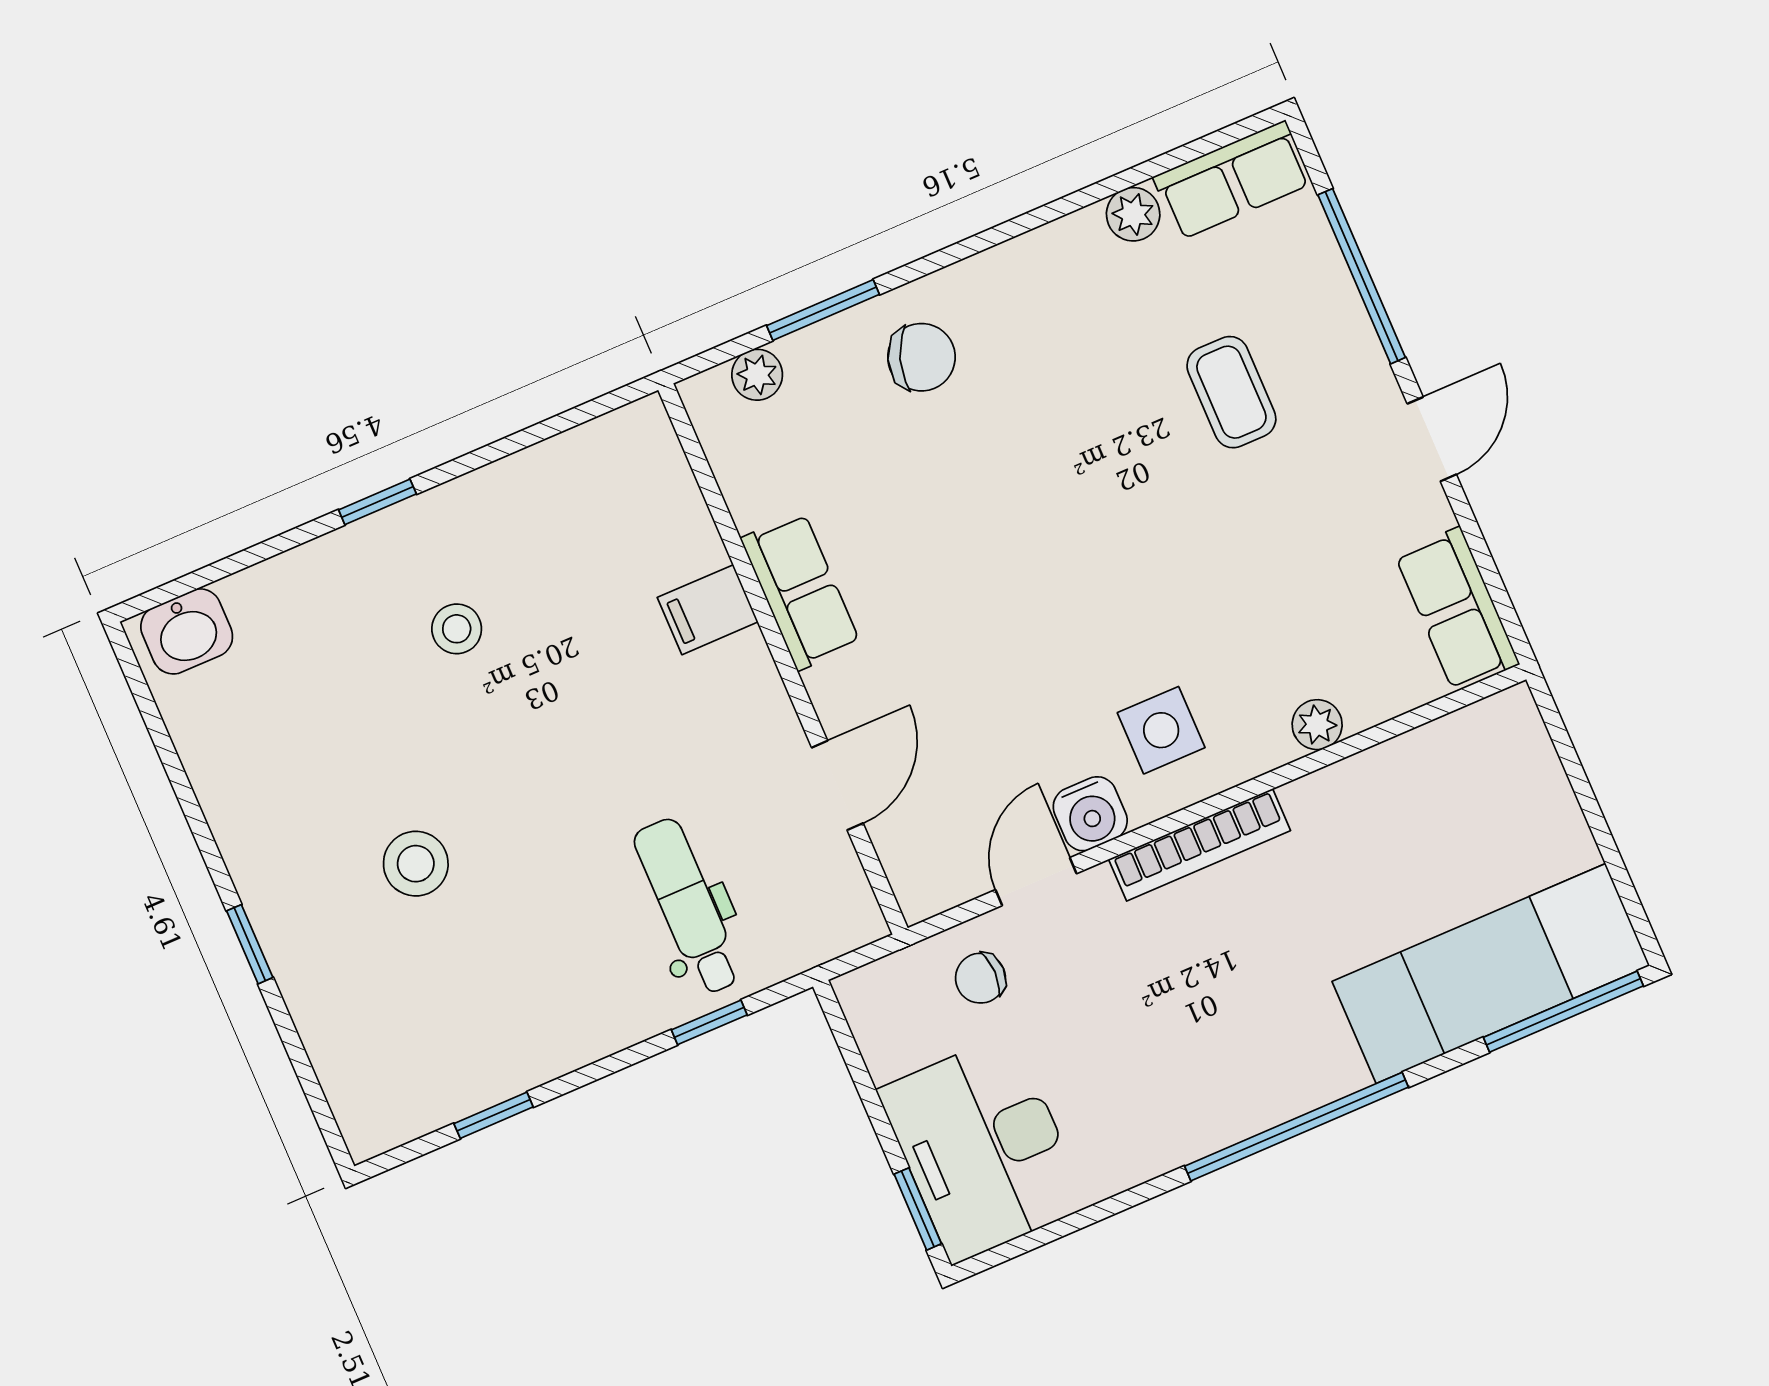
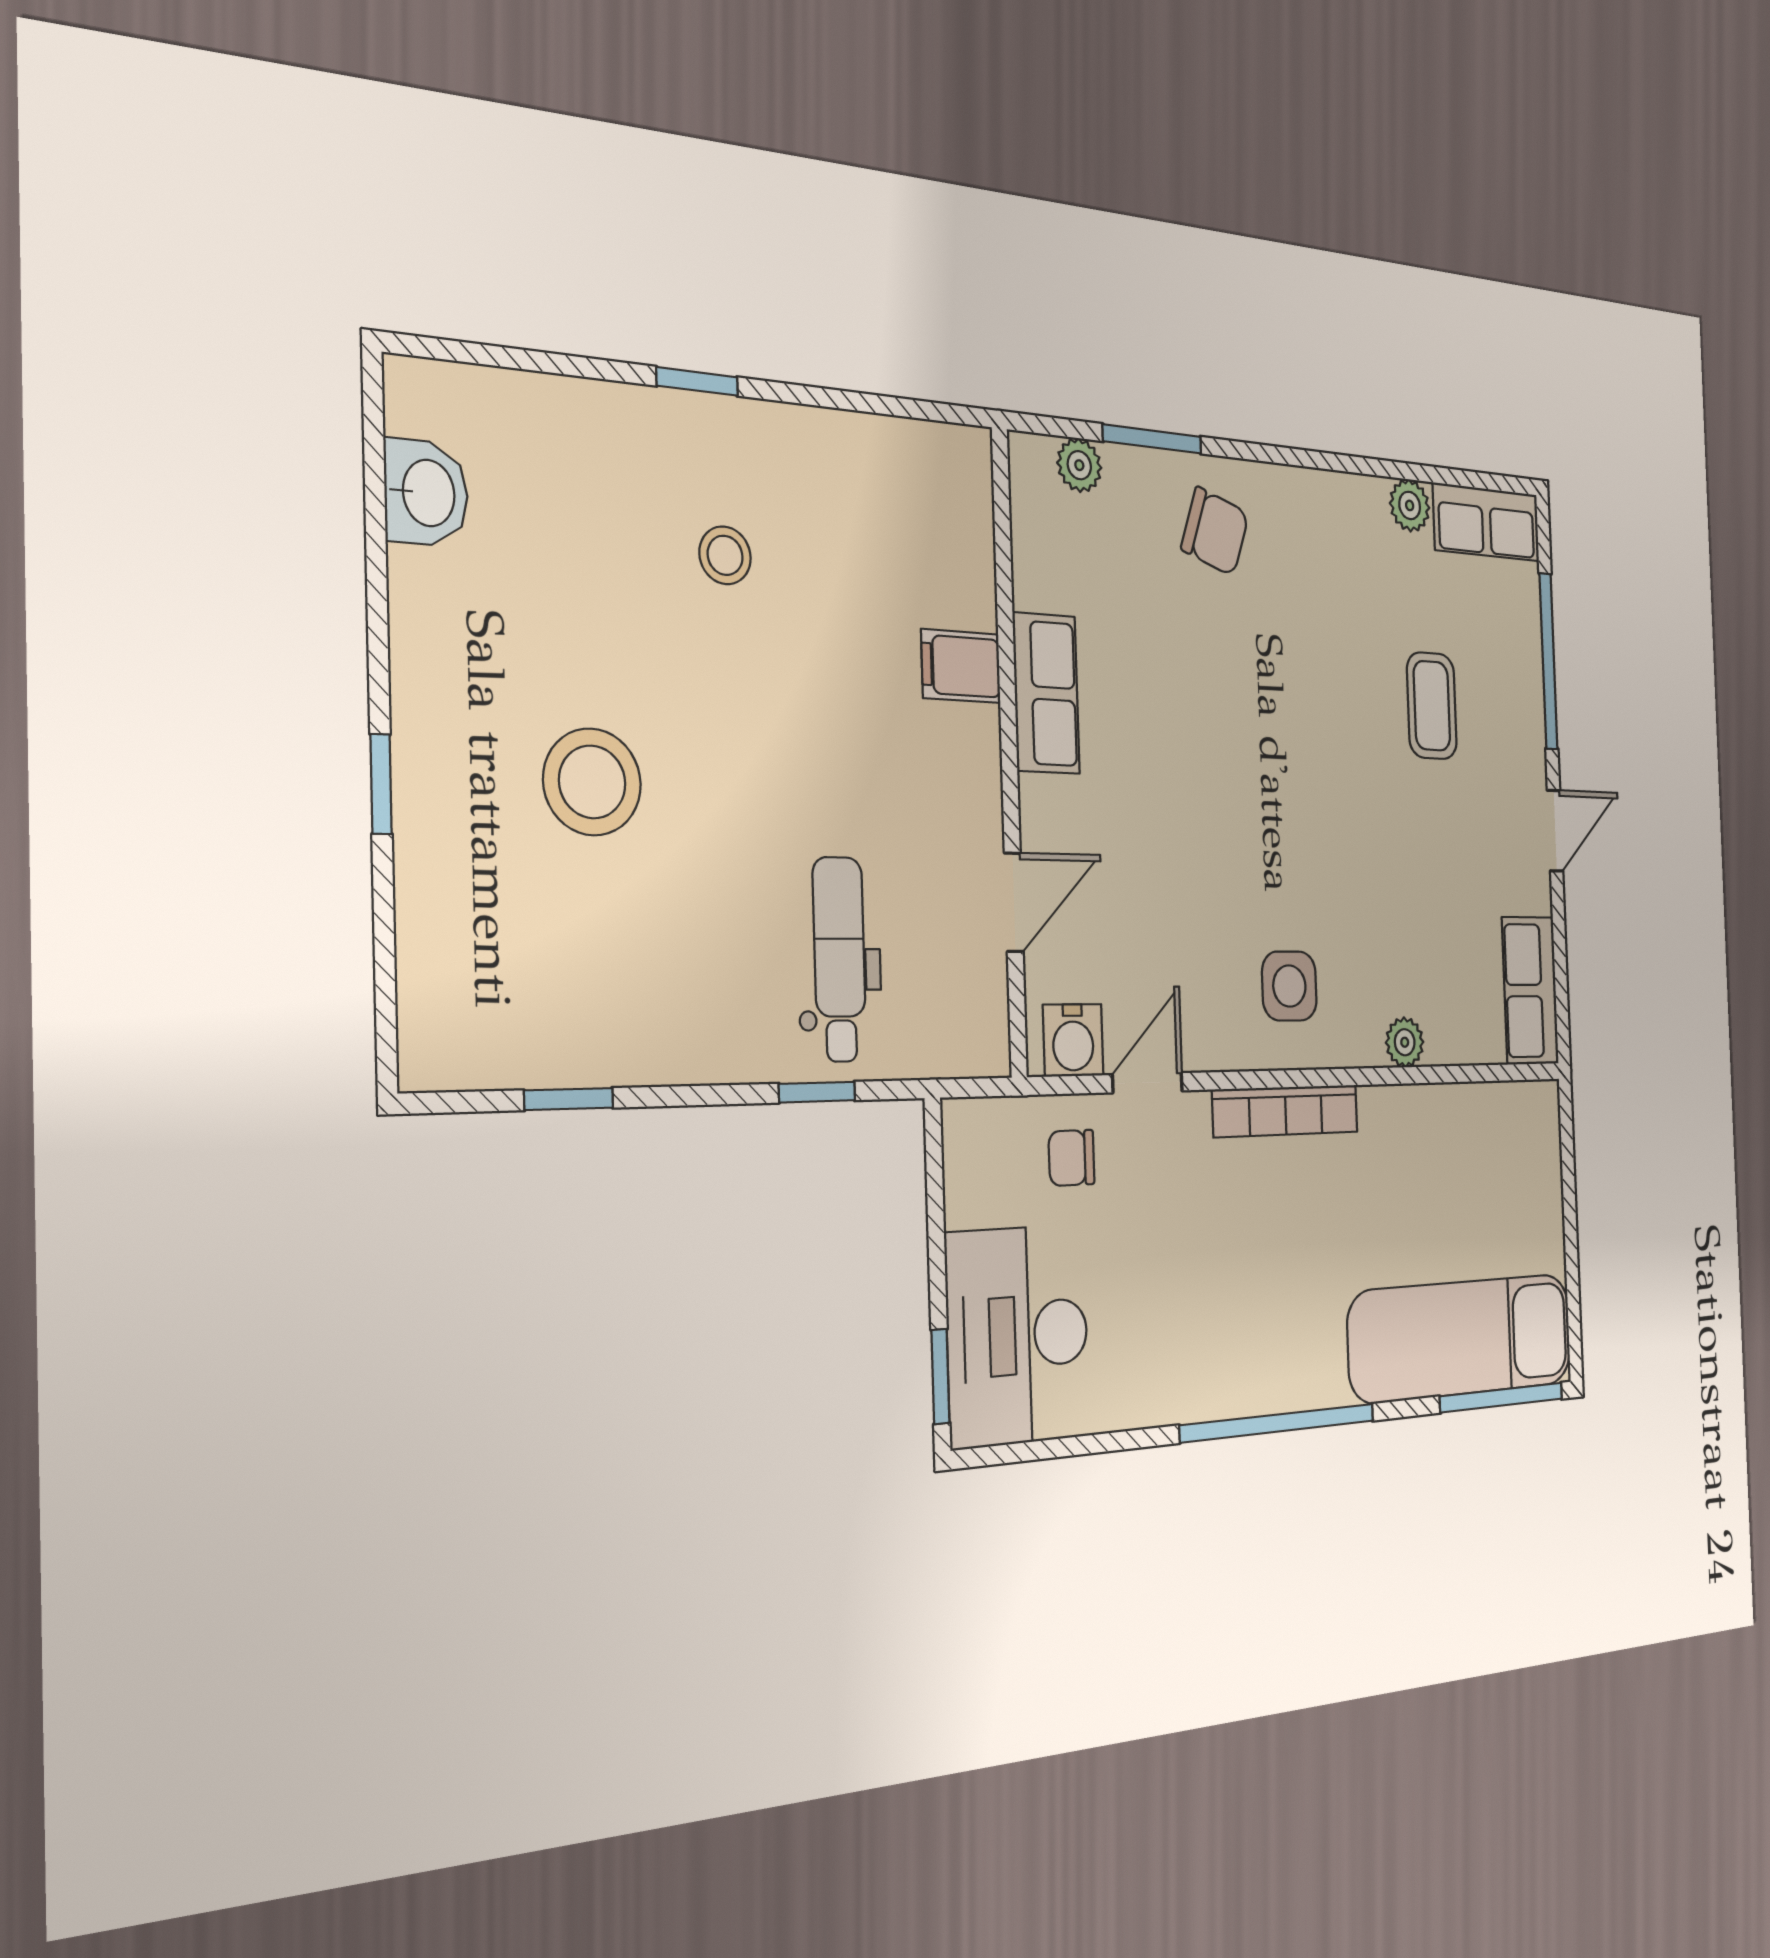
washbasin: (187, 631) -> (426, 493), moved, turned -90
water cooler: (1090, 814) -> (1073, 1040), moved
stool: (416, 864) -> (592, 782), width x1.38, depth x1.38

